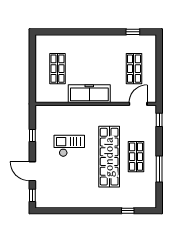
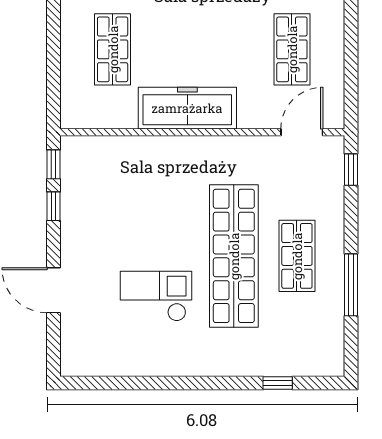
checkout: (69, 146) -> (156, 296), moved
window: (32, 195) -> (54, 164), moved

